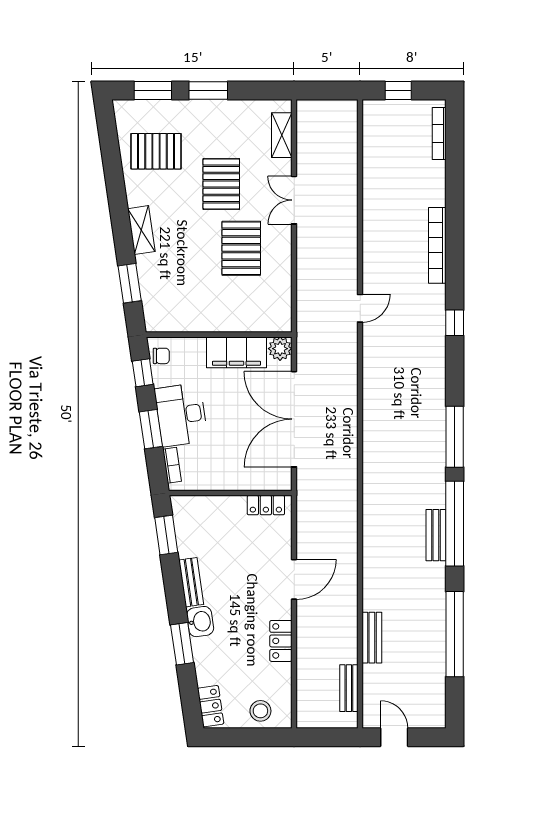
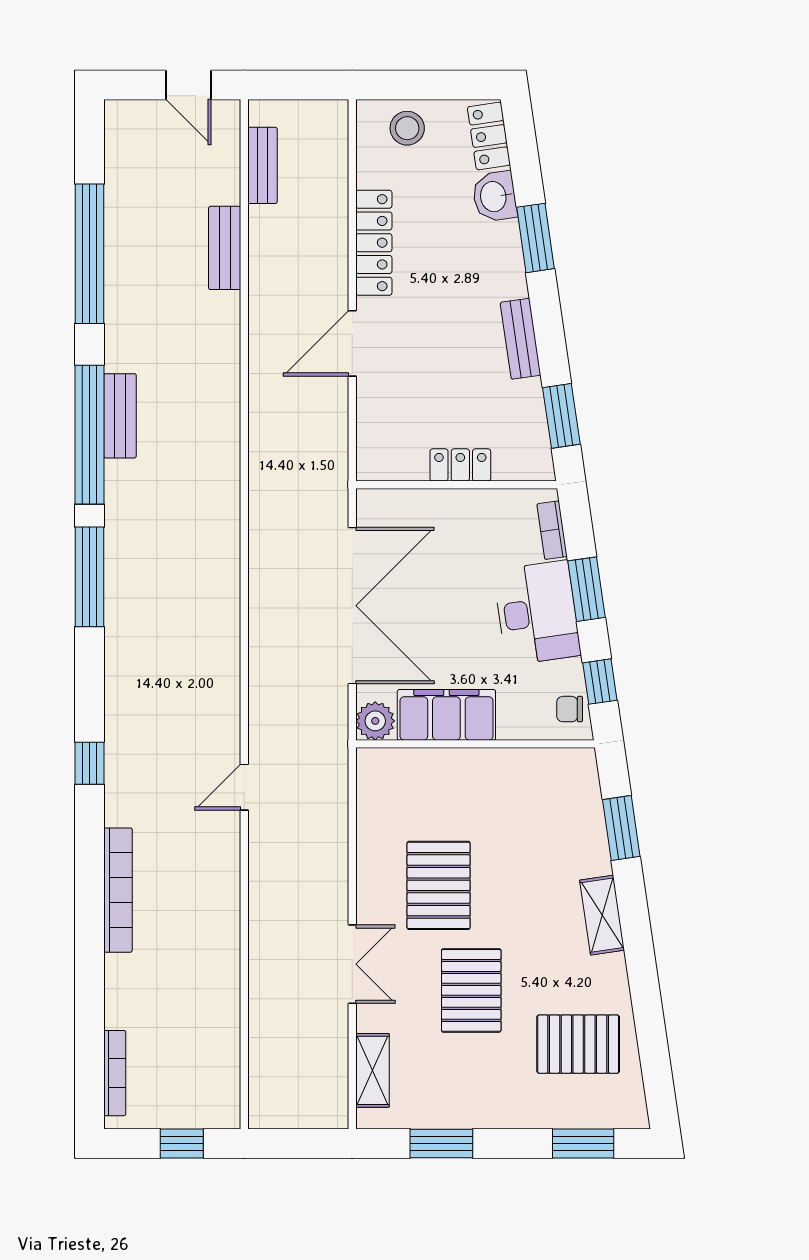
window: (208, 90) -> (441, 1143), moved
locker: (266, 505) -> (460, 465), moved
washbasin: (200, 622) -> (494, 196), moved
locker: (281, 641) -> (374, 243), width x1.53

